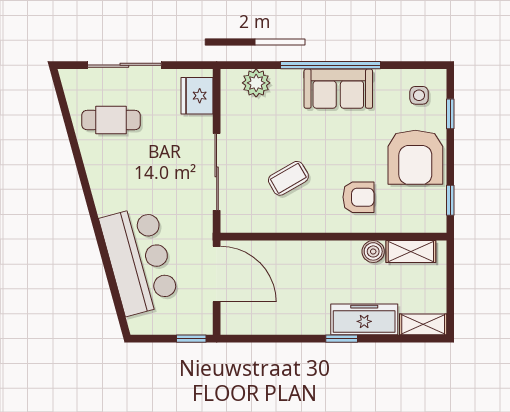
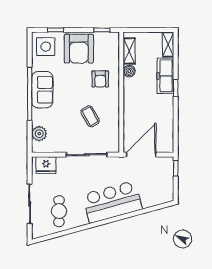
side table: (419, 95) -> (46, 47), width x1.87, depth x1.87
armchair: (415, 157) -> (79, 49), turned 90
armchair: (358, 197) -> (100, 79), turned 180
bar counter: (139, 260) -> (112, 202), moved

